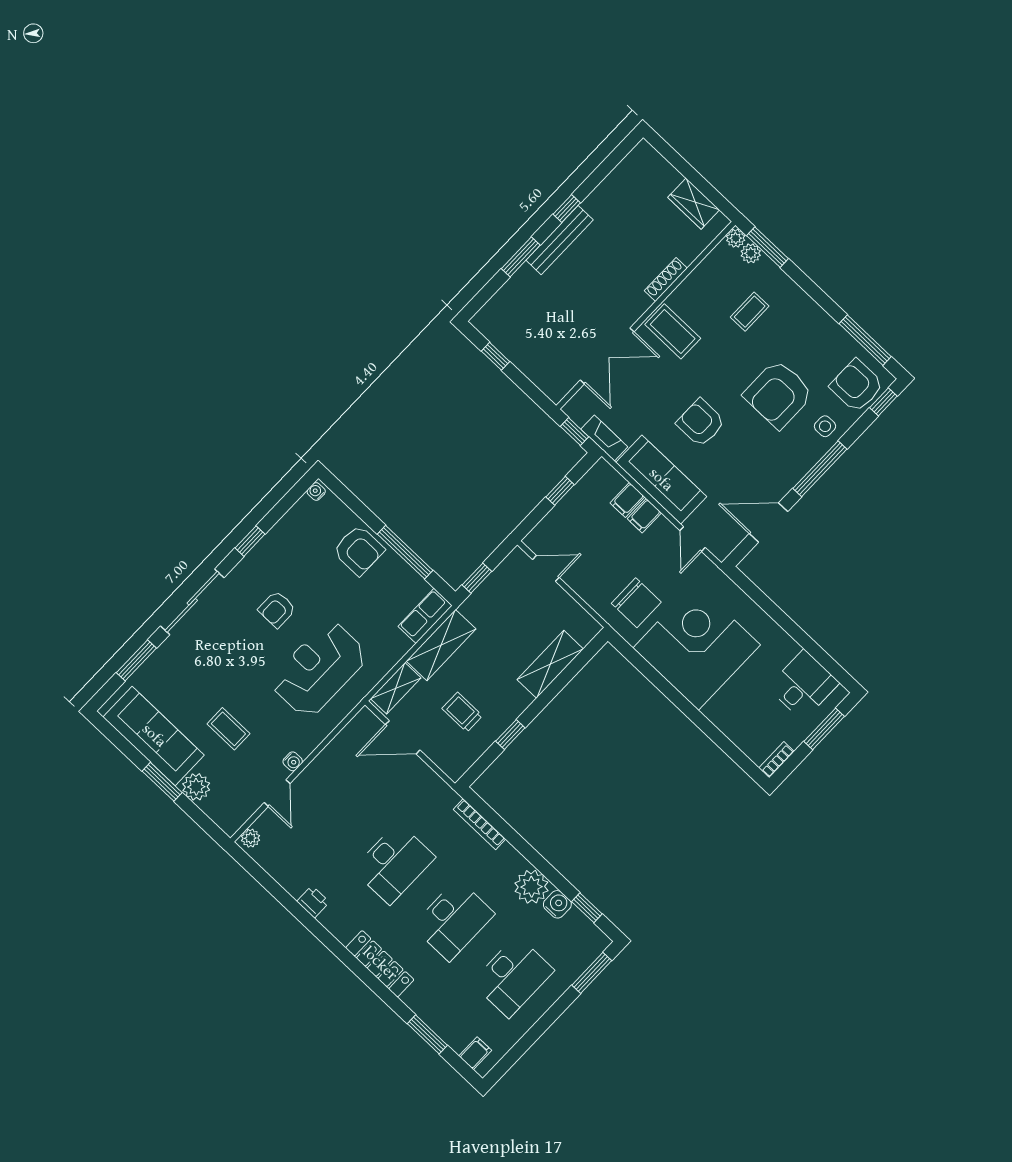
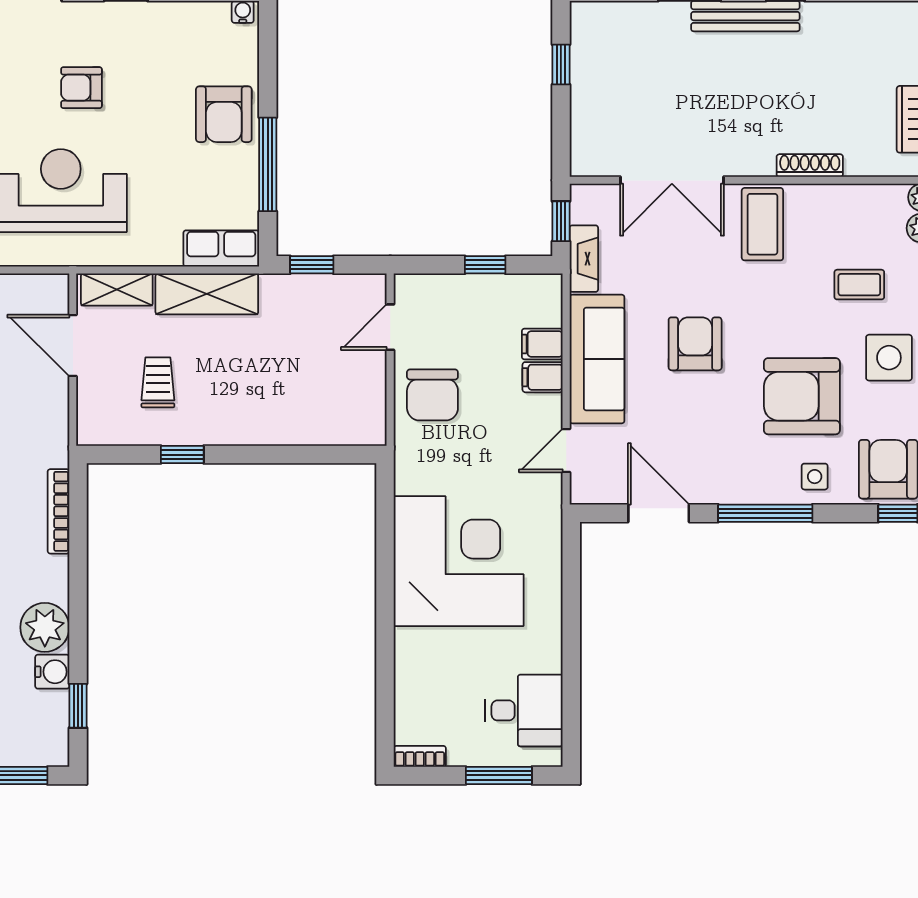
side table: (801, 332) -> (889, 358), added
door: (546, 568) -> (390, 327), swing flipped
chair: (636, 603) -> (432, 395), moved
shelving: (550, 664) -> (295, 426), removed

